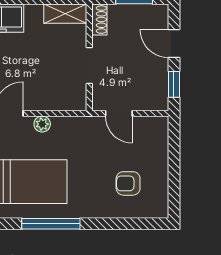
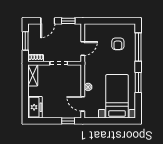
window: (51, 224) -> (138, 83), width x0.69
window: (122, 224) -> (138, 47), added

